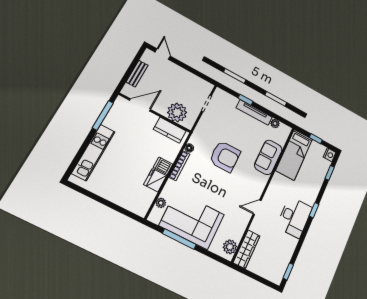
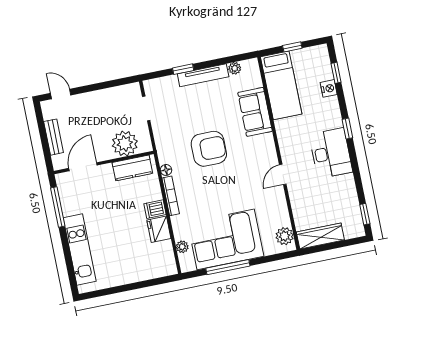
nightstand: (330, 155) -> (329, 88), moved
wardrobe: (247, 249) -> (320, 236), moved, turned -90

